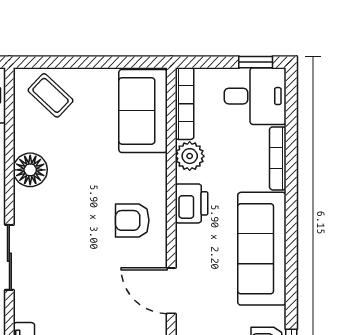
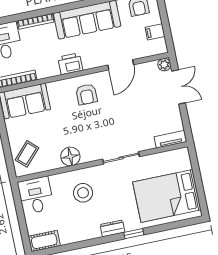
plant: (190, 156) -> (44, 70), removed

